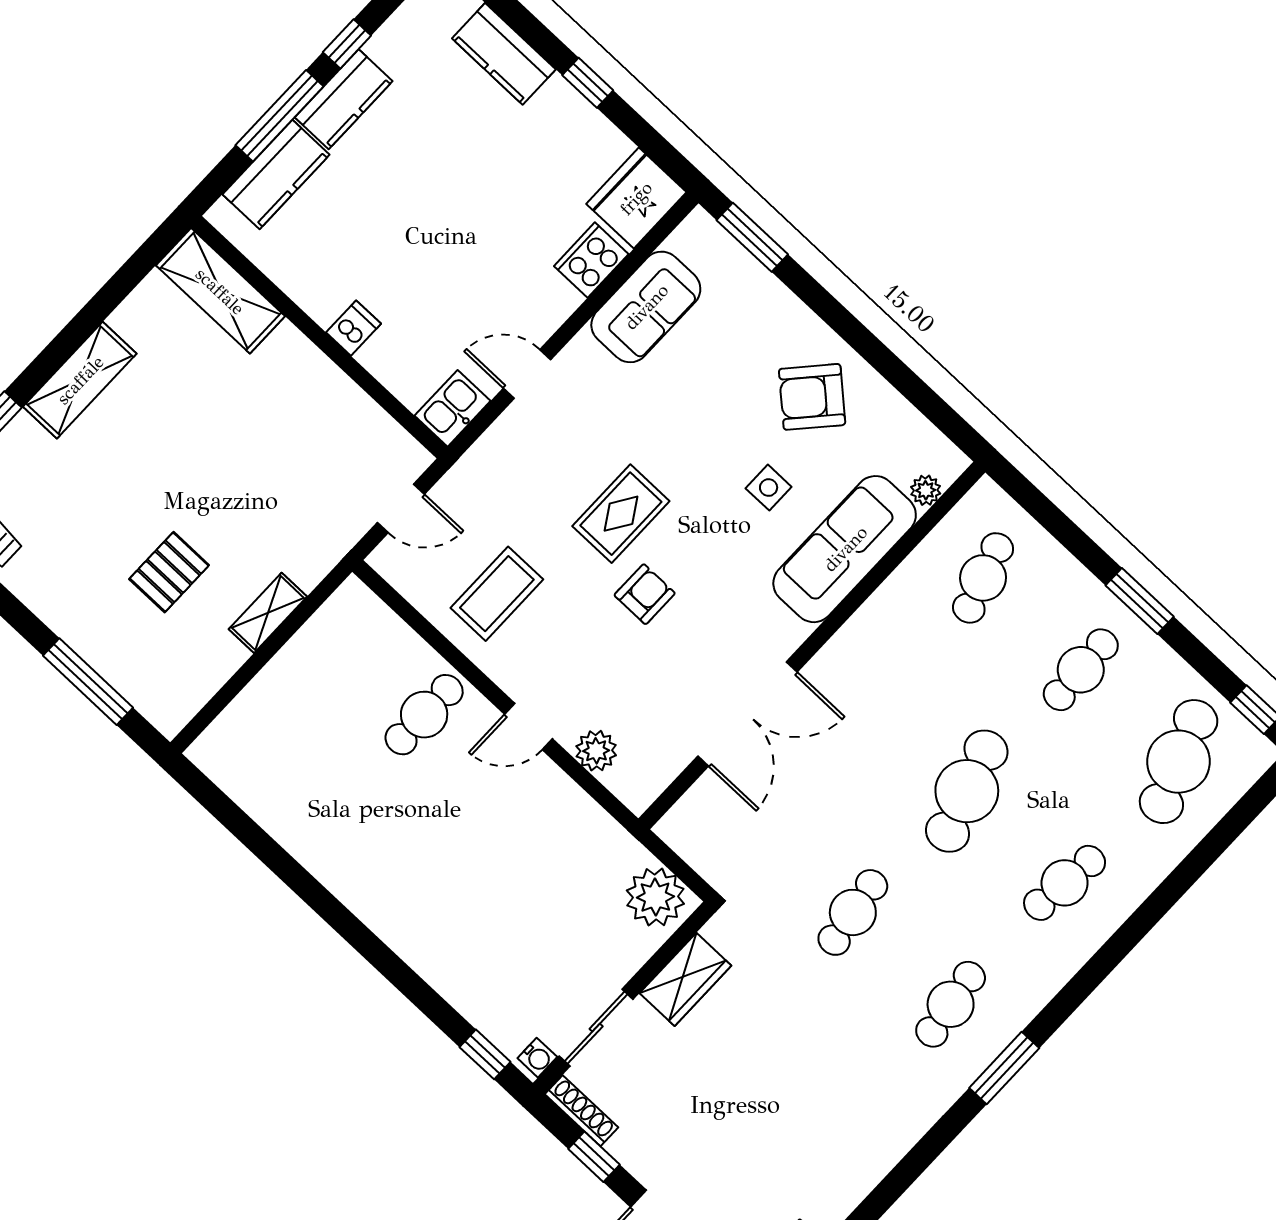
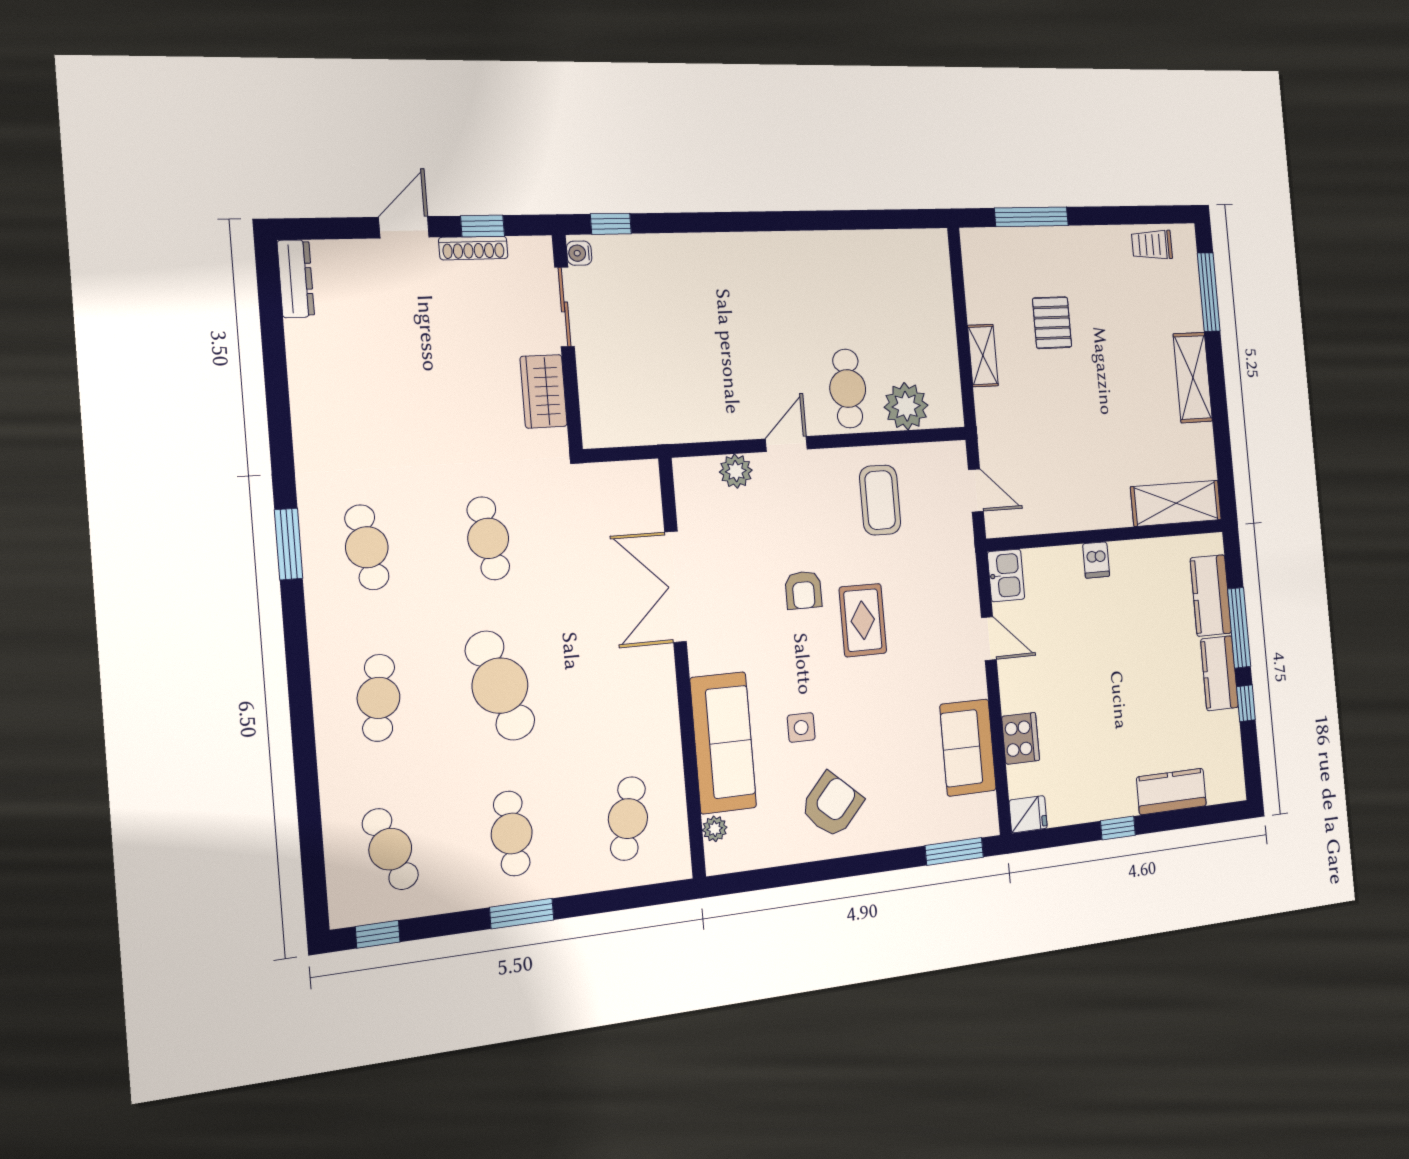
fridge: (636, 198) -> (1028, 814), width x0.53, depth x0.75
door: (527, 374) -> (989, 639), hinge flipped
door: (401, 508) -> (976, 490), swing flipped
cafe table: (983, 578) -> (628, 819), turned 30
cafe table: (1179, 762) -> (390, 849), width x0.73, depth x0.74
plant: (655, 897) -> (906, 406), moved
shoe rack: (582, 1111) -> (473, 248), moved

